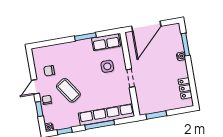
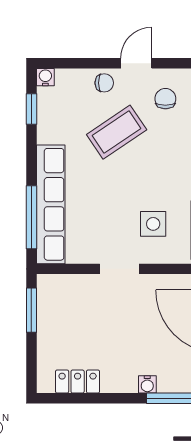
door: (35, 87) -> (136, 63), hinge flipped
window: (39, 109) -> (88, 63), removed
window: (100, 125) -> (31, 217), moved

